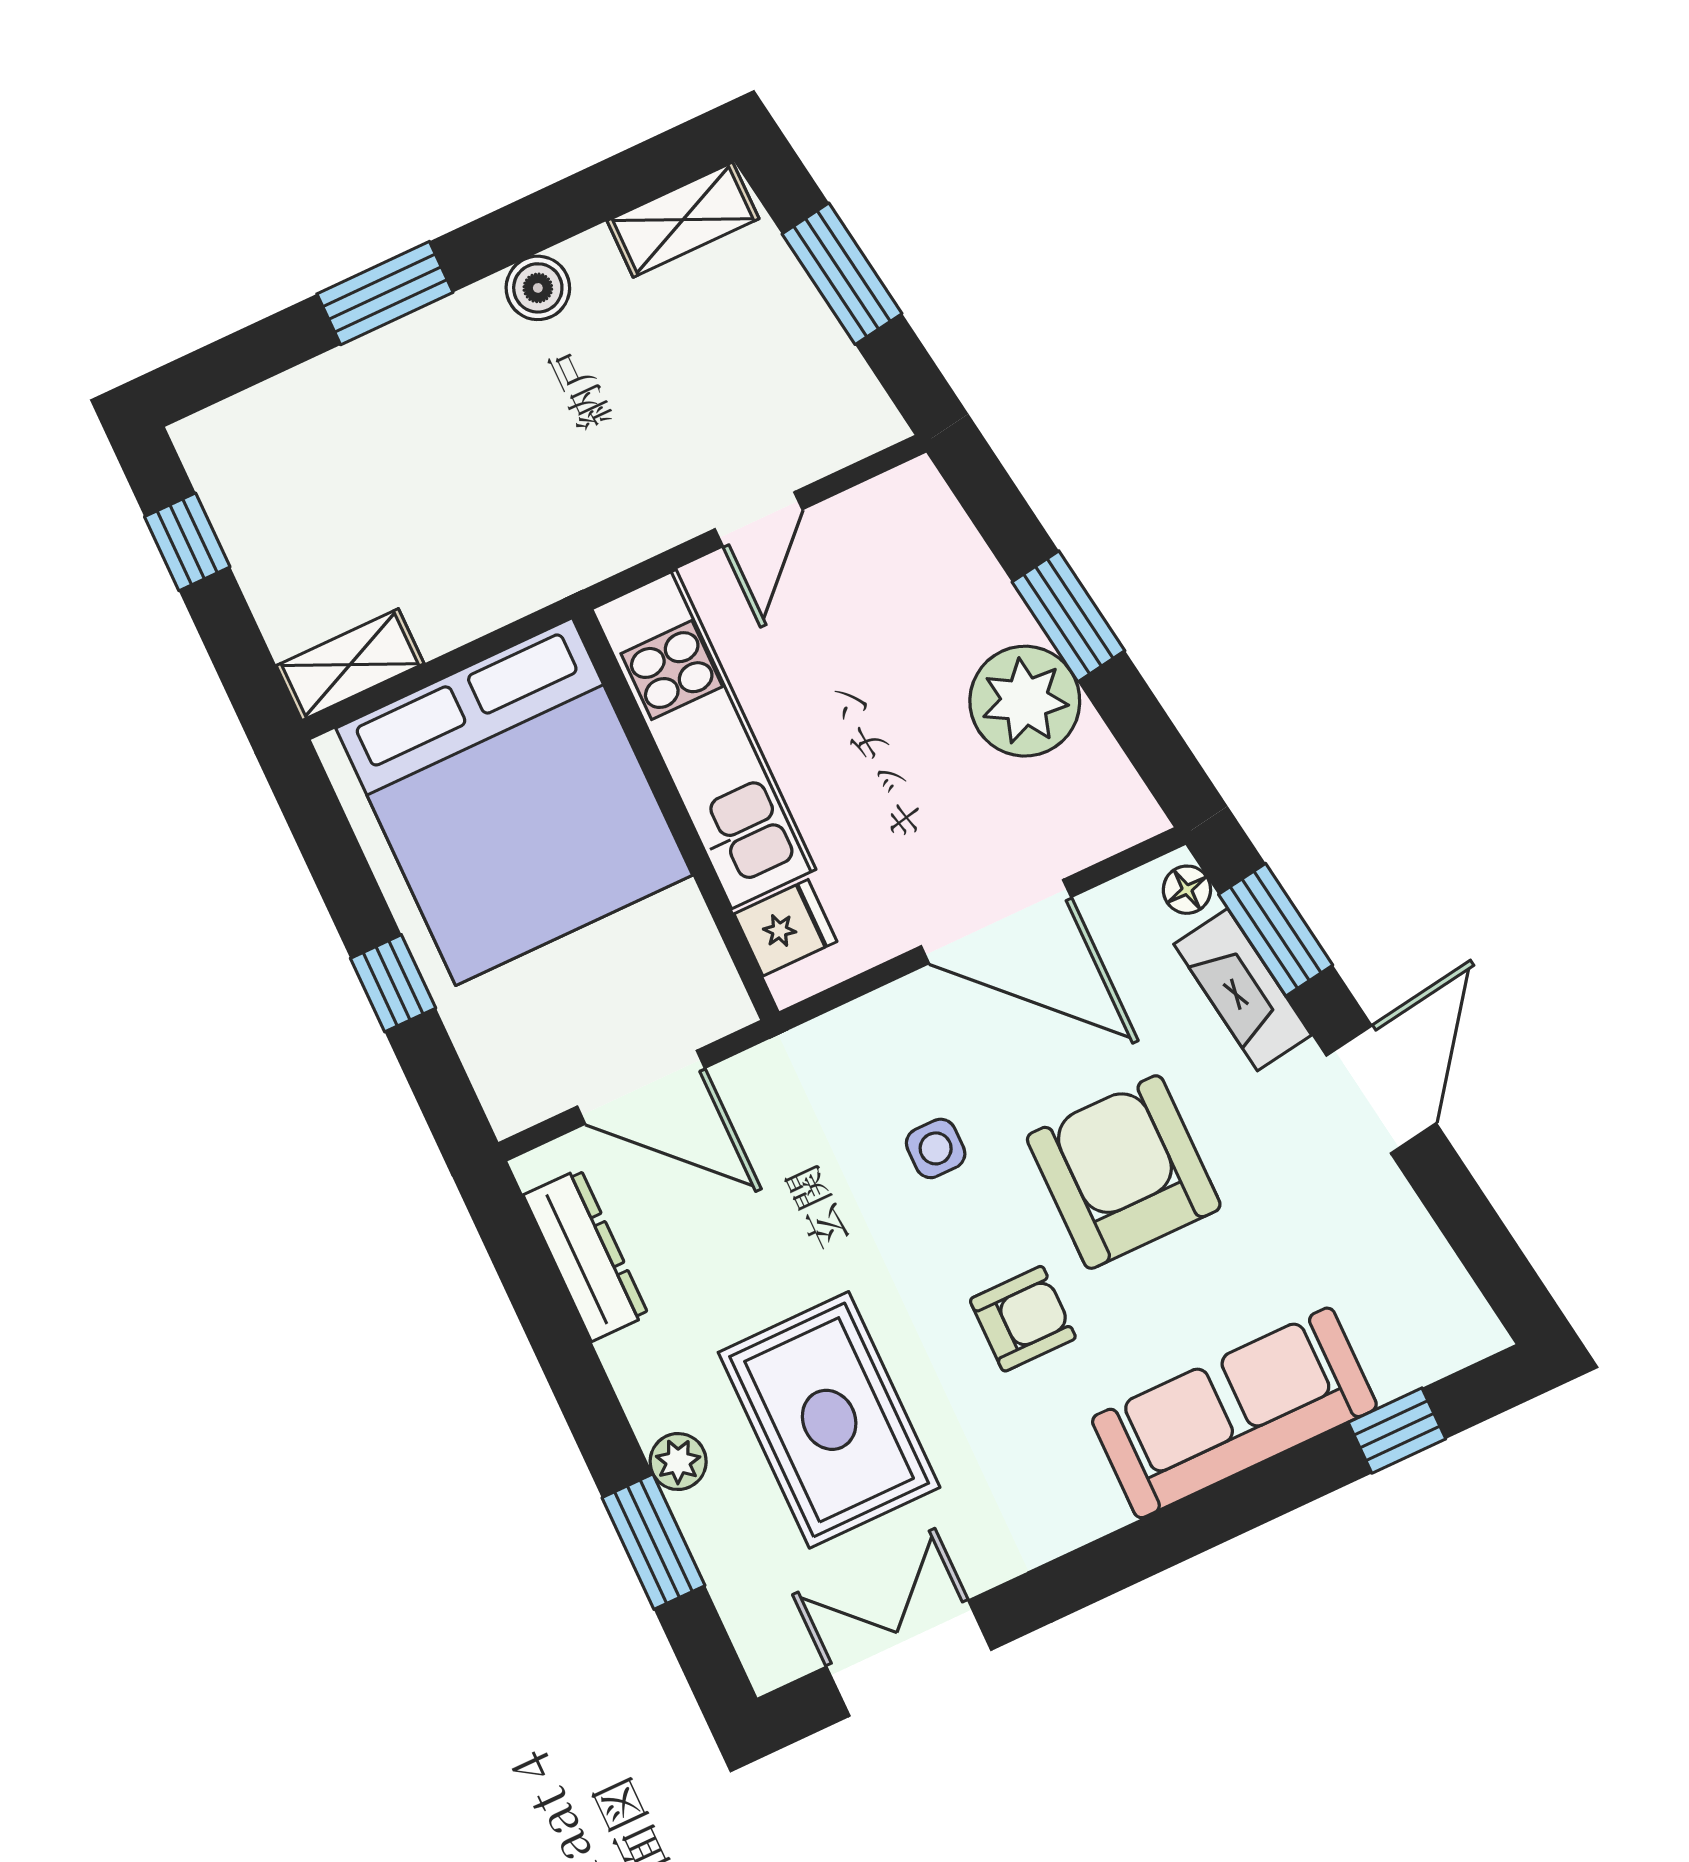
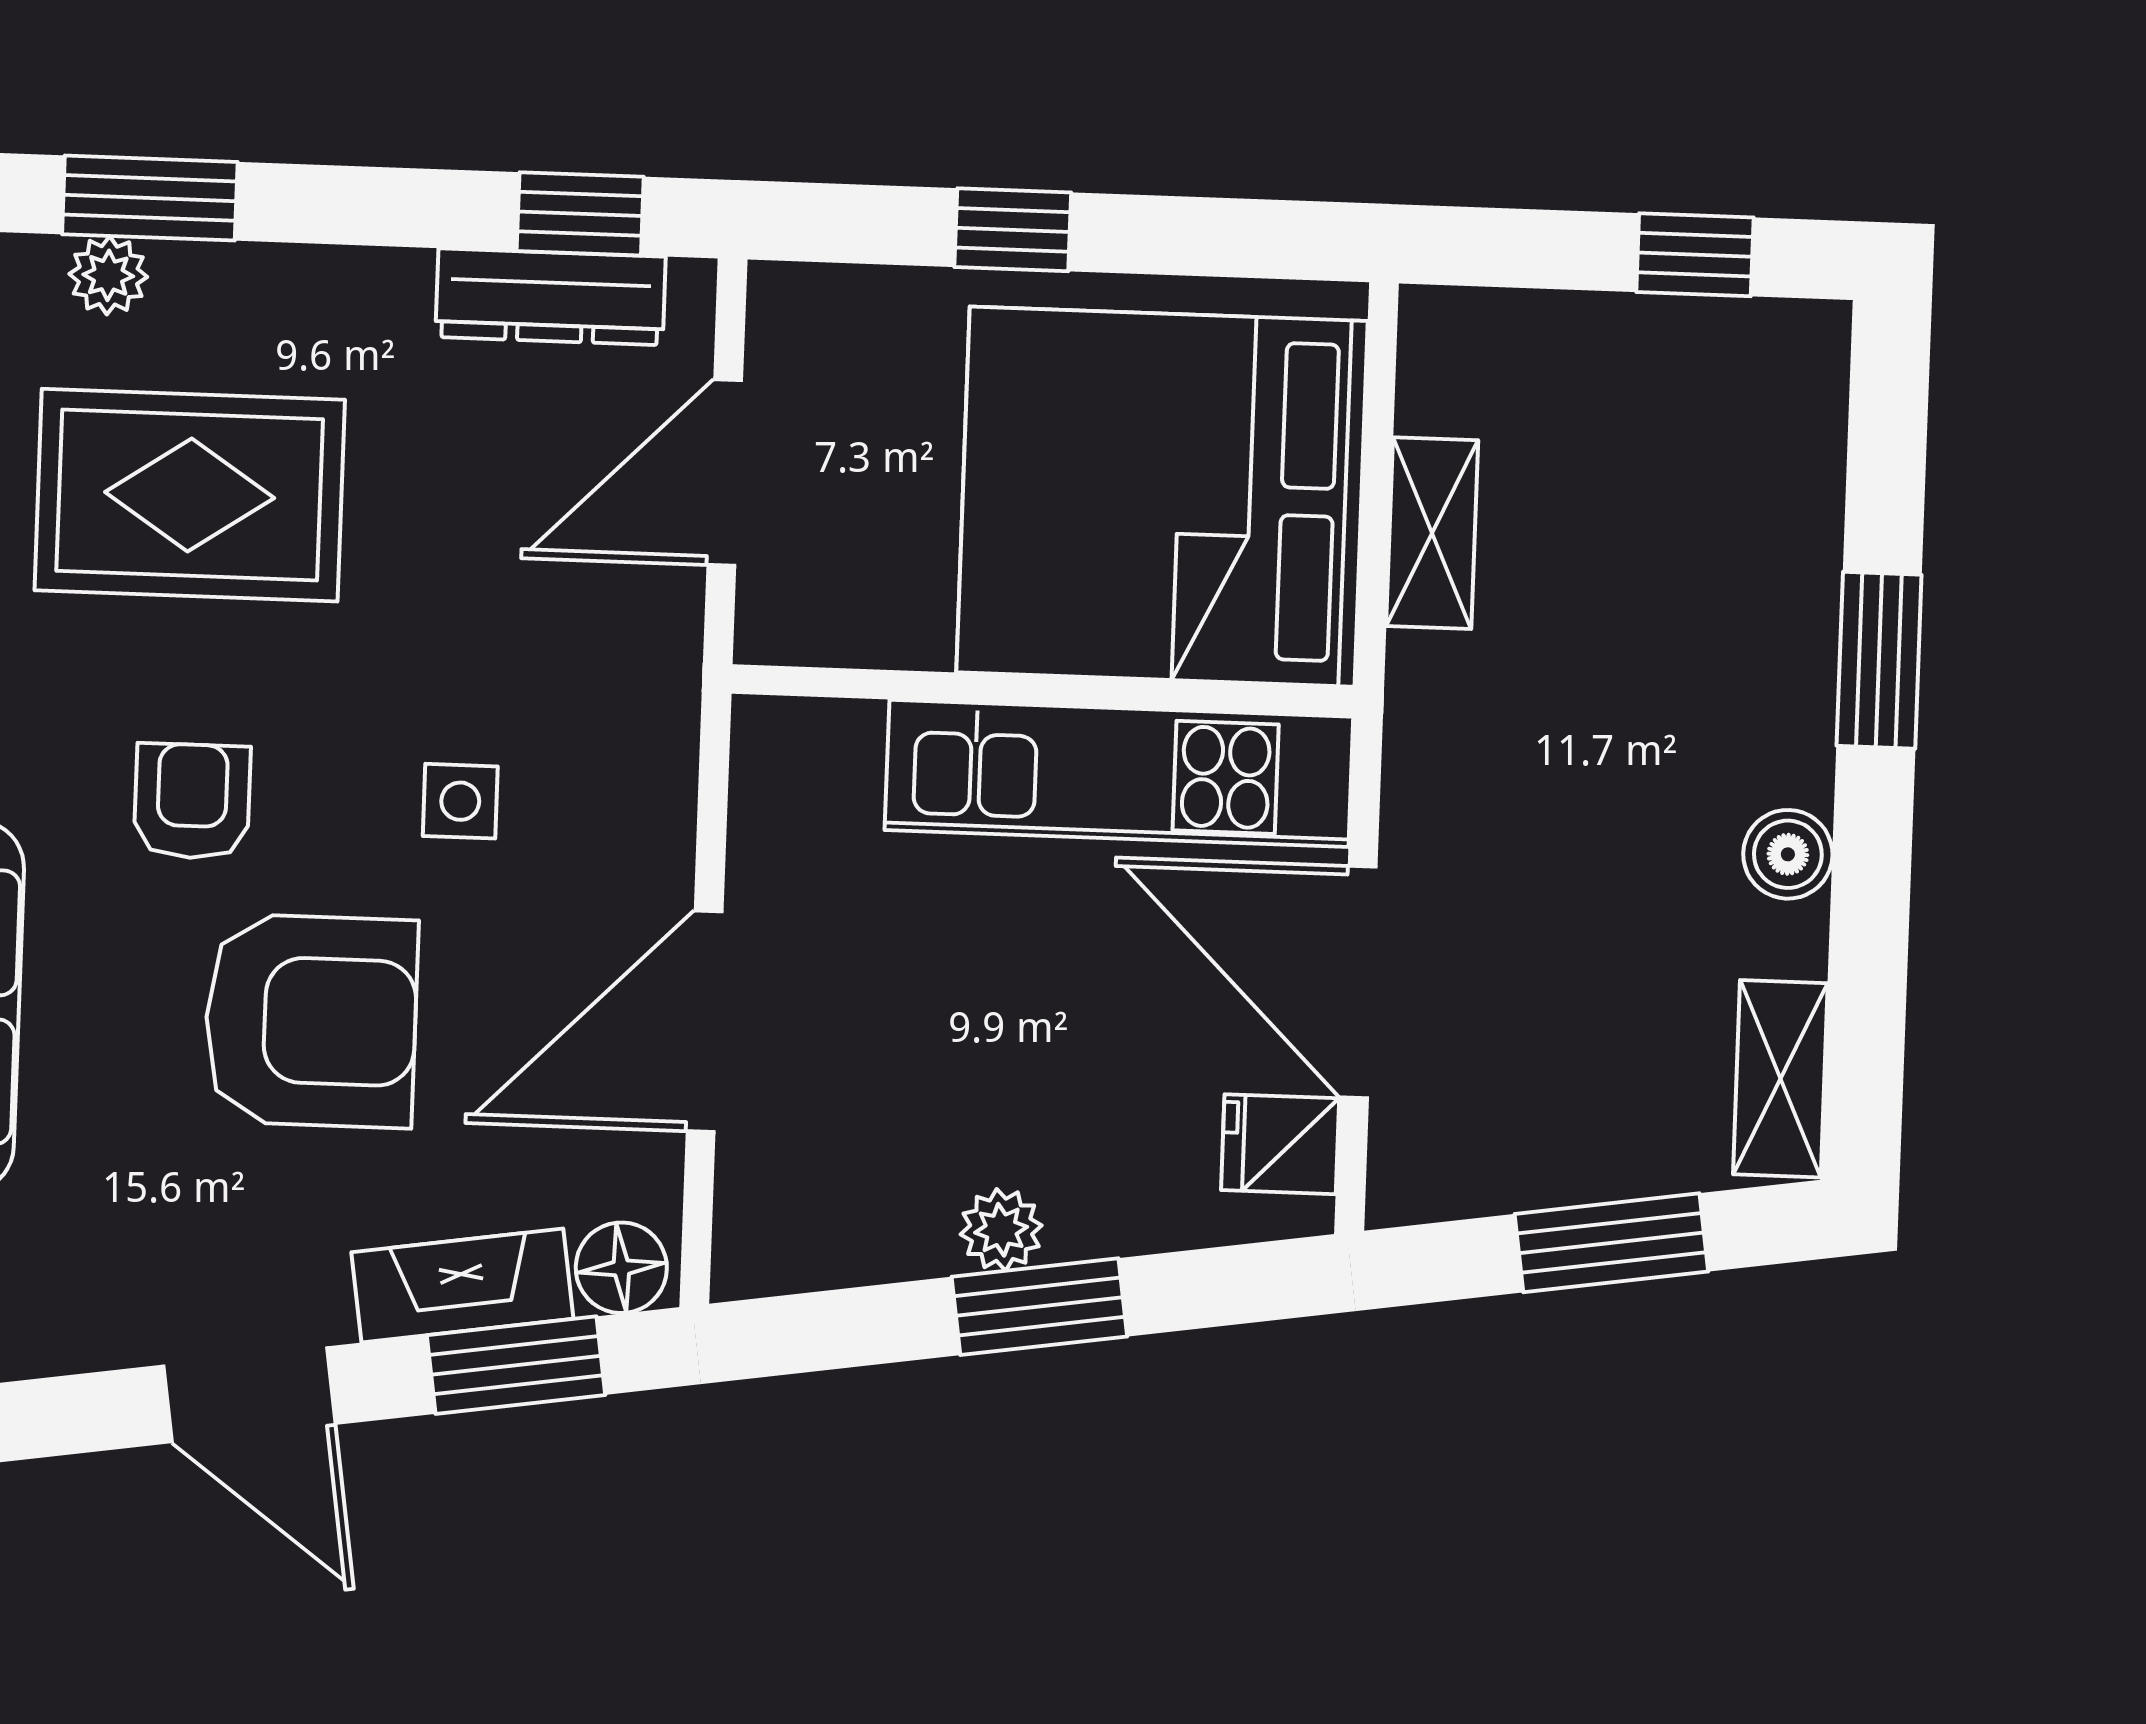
door: (759, 519) -> (1358, 982), width x1.88
shelving: (350, 665) -> (1432, 533), moved
plant: (1025, 701) -> (1001, 1230), width x0.53, depth x0.53
floor lamp: (1187, 890) -> (621, 1268), width x1.37, depth x1.37
fridge: (785, 928) -> (1280, 1144), moved, turned 90
window: (524, 1263) -> (580, 214), added
armchair: (1023, 1319) -> (192, 801), turned 180
plant: (678, 1462) -> (108, 275), moved

